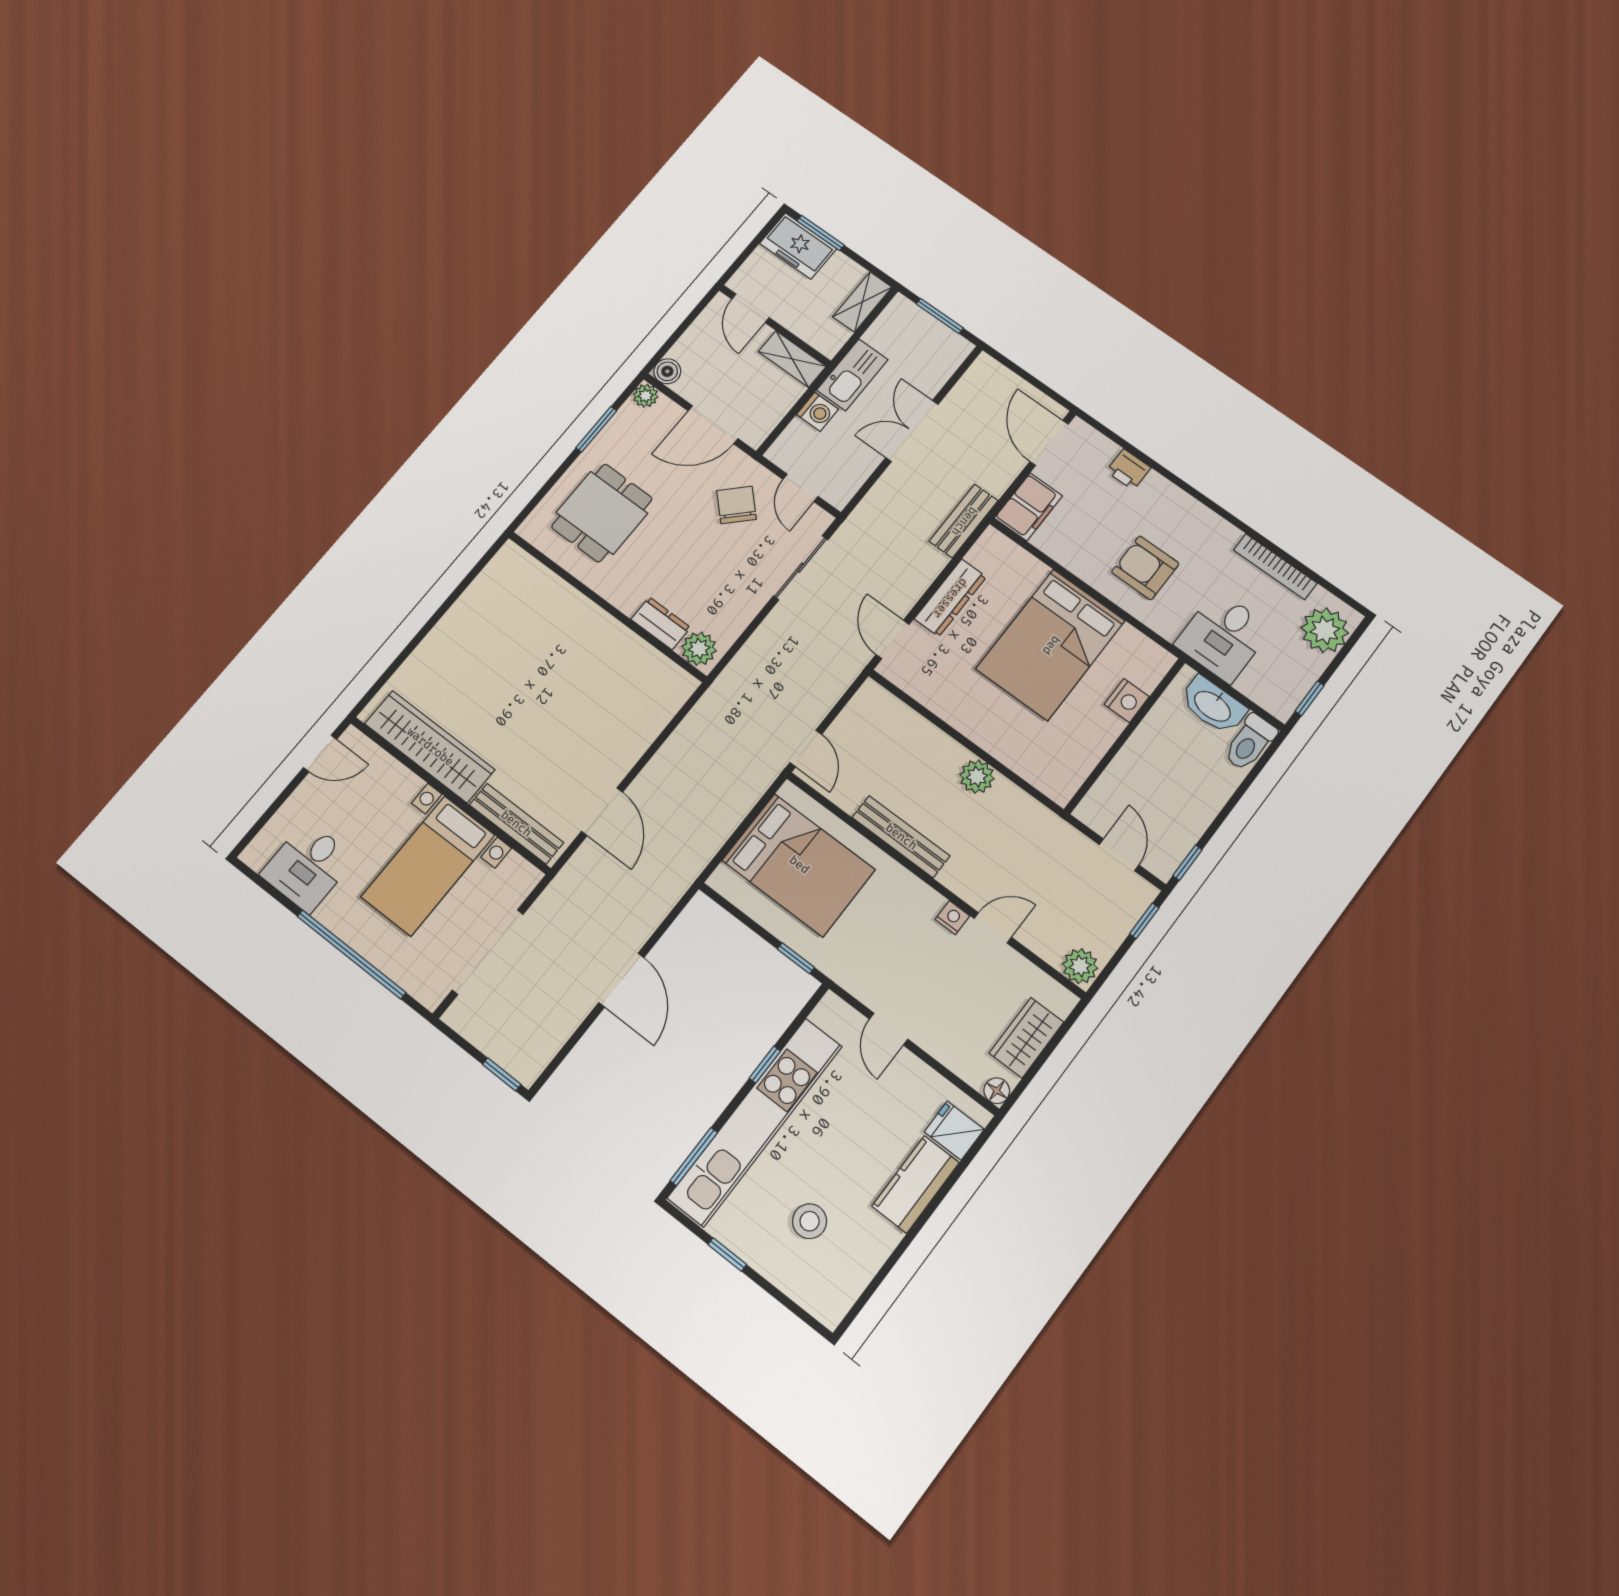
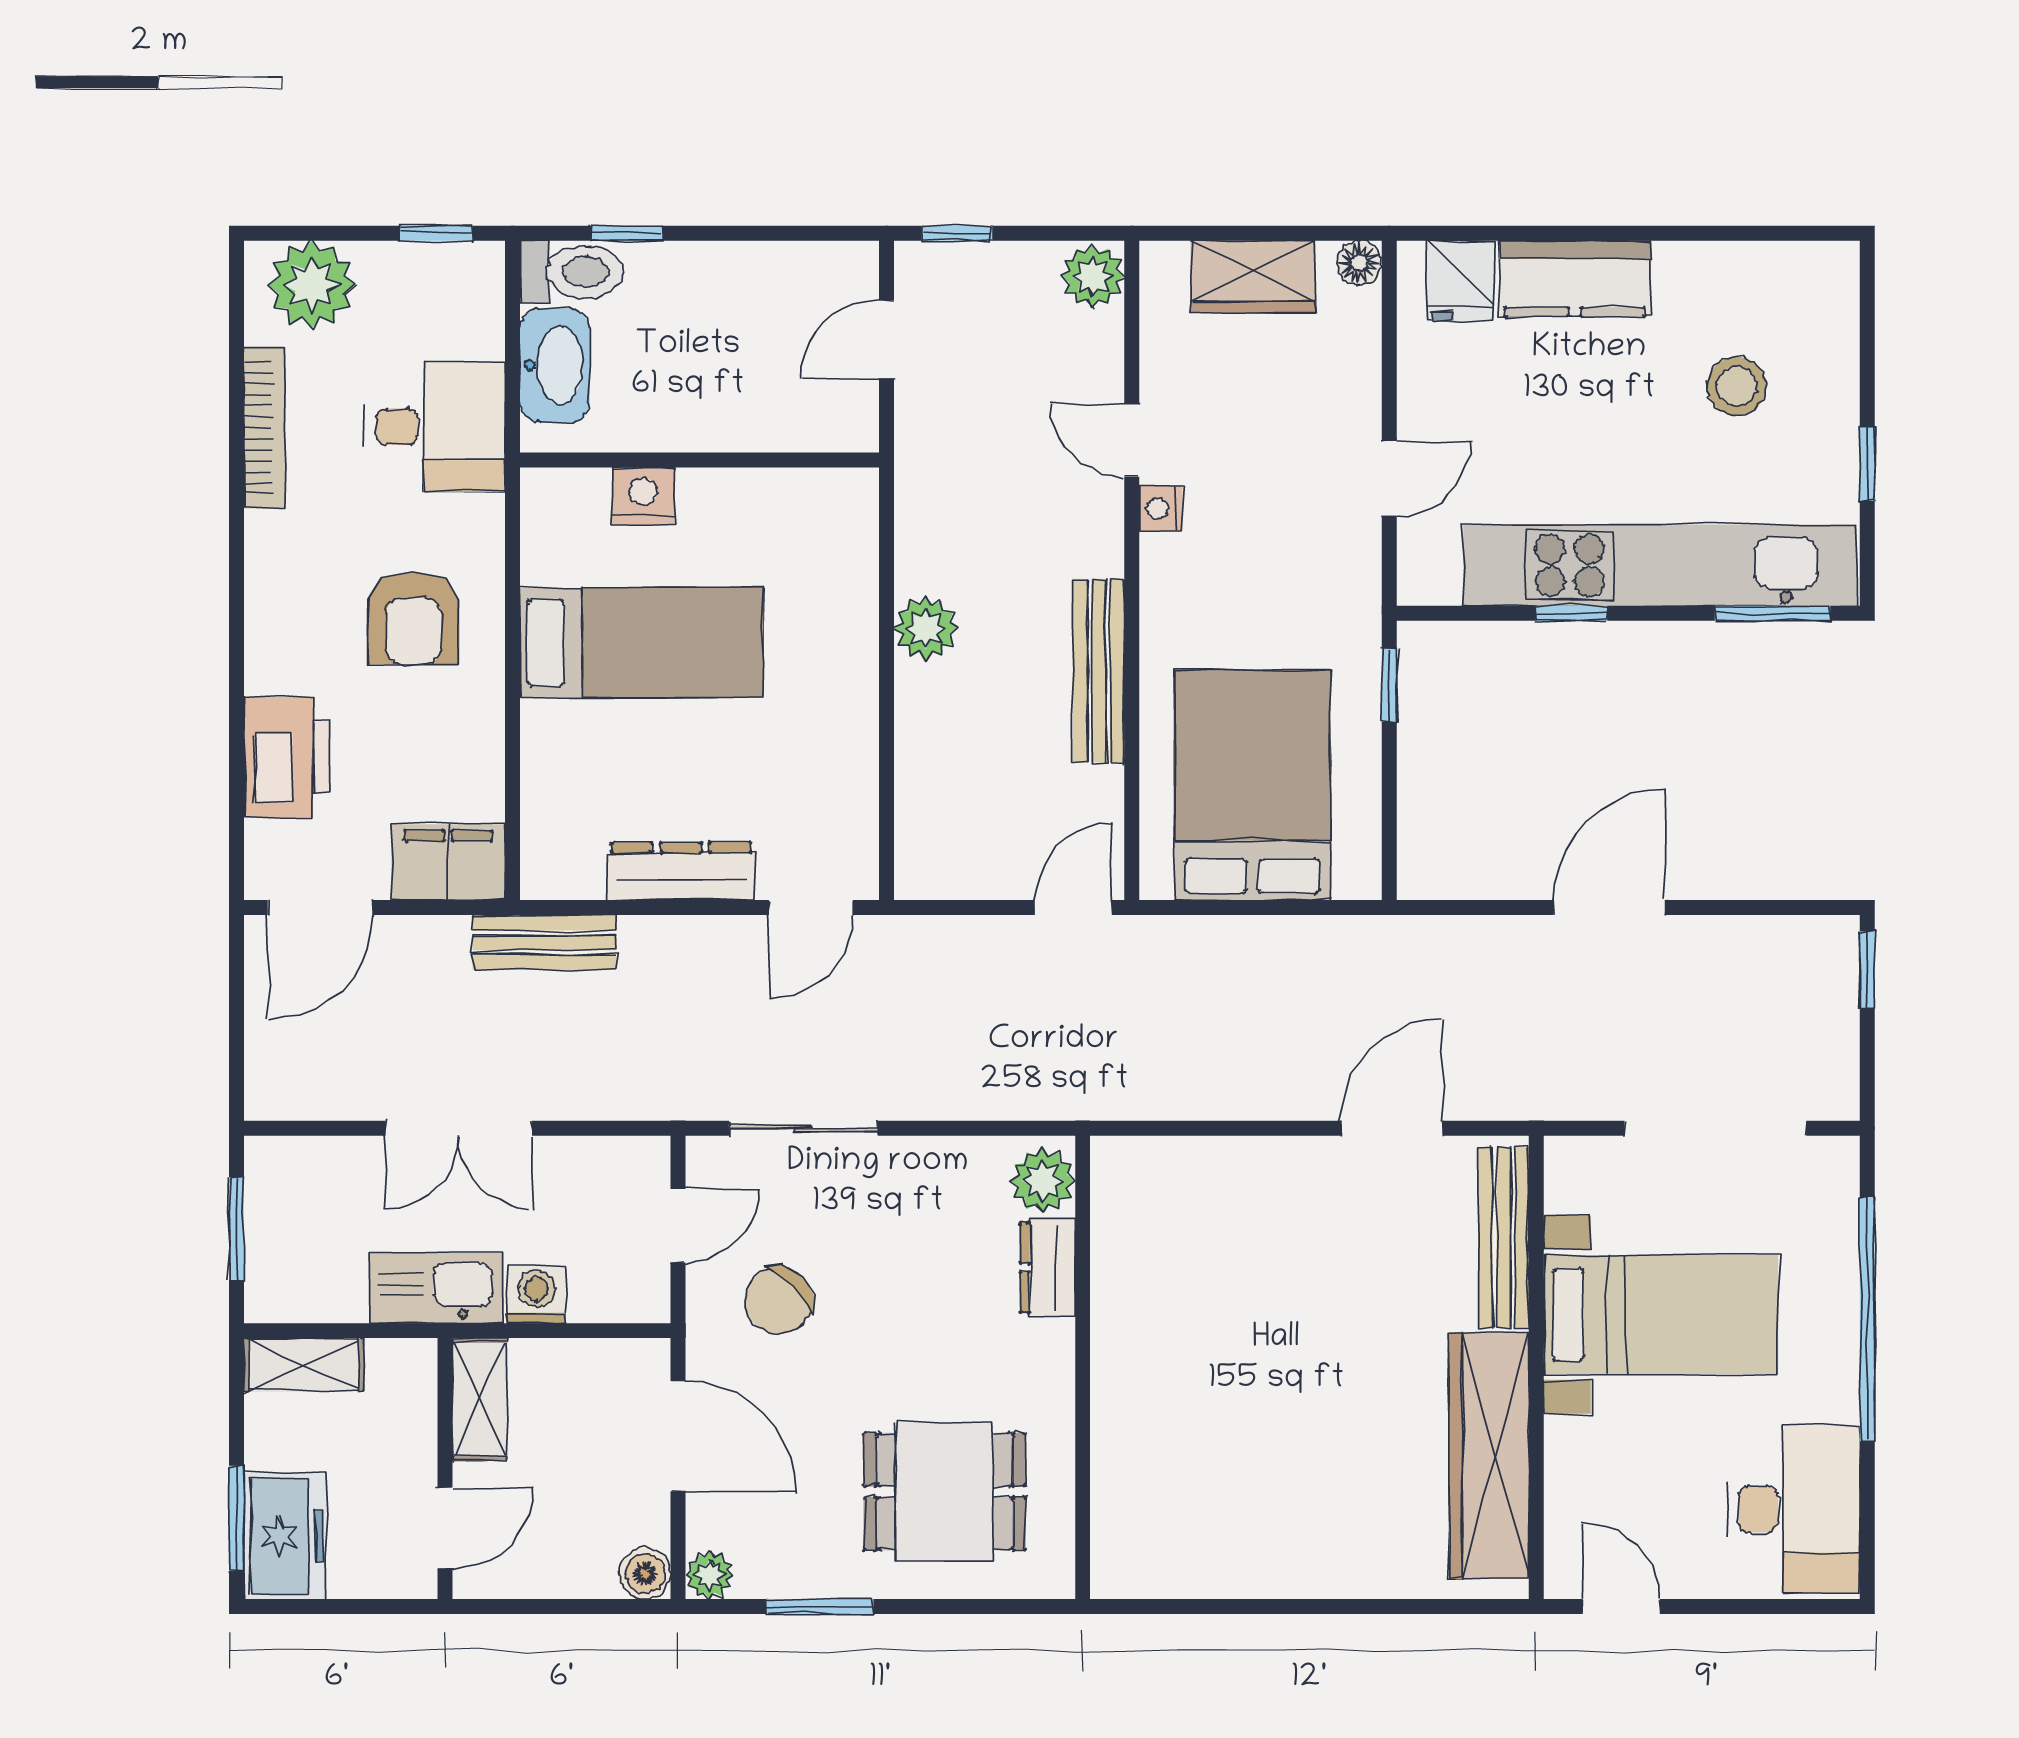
printer: (1128, 469) -> (287, 757), width x1.87, depth x1.48
bed: (1051, 645) -> (641, 643), width x0.67
window: (1187, 863) -> (627, 233), moved
desk: (308, 866) -> (1794, 1509), width x1.37

